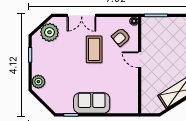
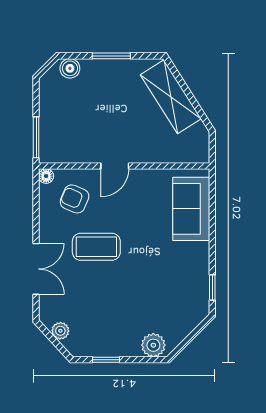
plant: (49, 32) -> (60, 331), width x0.53, depth x0.53
armchair: (121, 37) -> (75, 199), turned 153
sofa: (92, 103) -> (191, 209), moved

